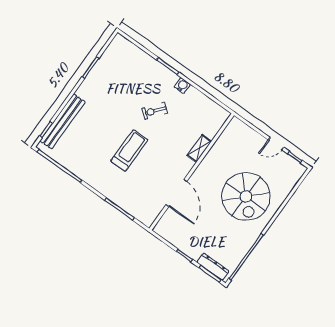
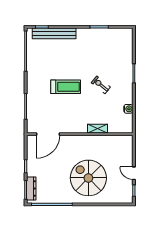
water cooler: (182, 86) -> (128, 109), moved
door: (176, 193) -> (48, 134), moved
spiral stairs: (246, 197) -> (88, 178), turned 90

